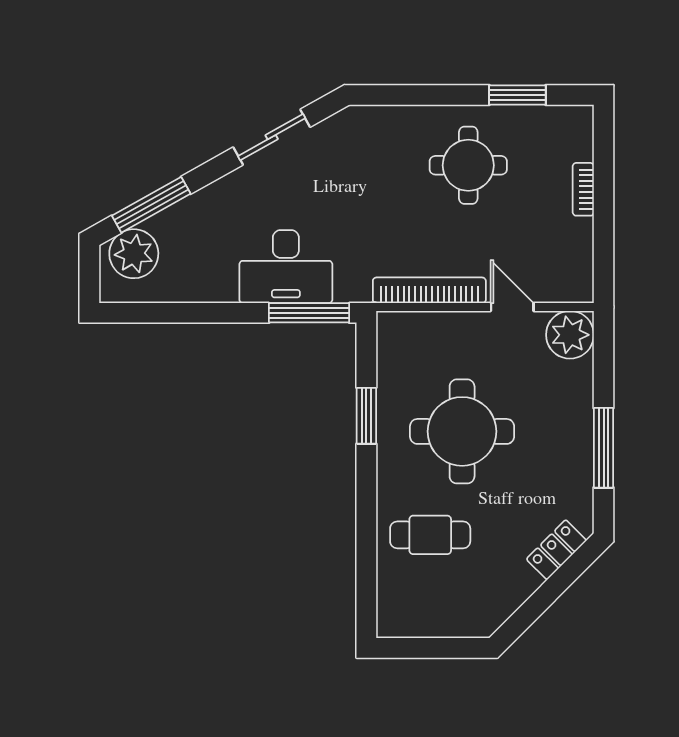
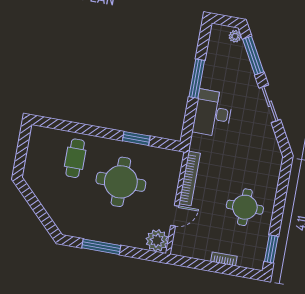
window: (517, 95) -> (271, 249), moved
sliding door: (272, 137) -> (270, 104), moved
plant: (134, 254) -> (235, 36), width x0.53, depth x0.53
window: (309, 313) -> (197, 79), moved
locker: (556, 550) -> (58, 216), removed

